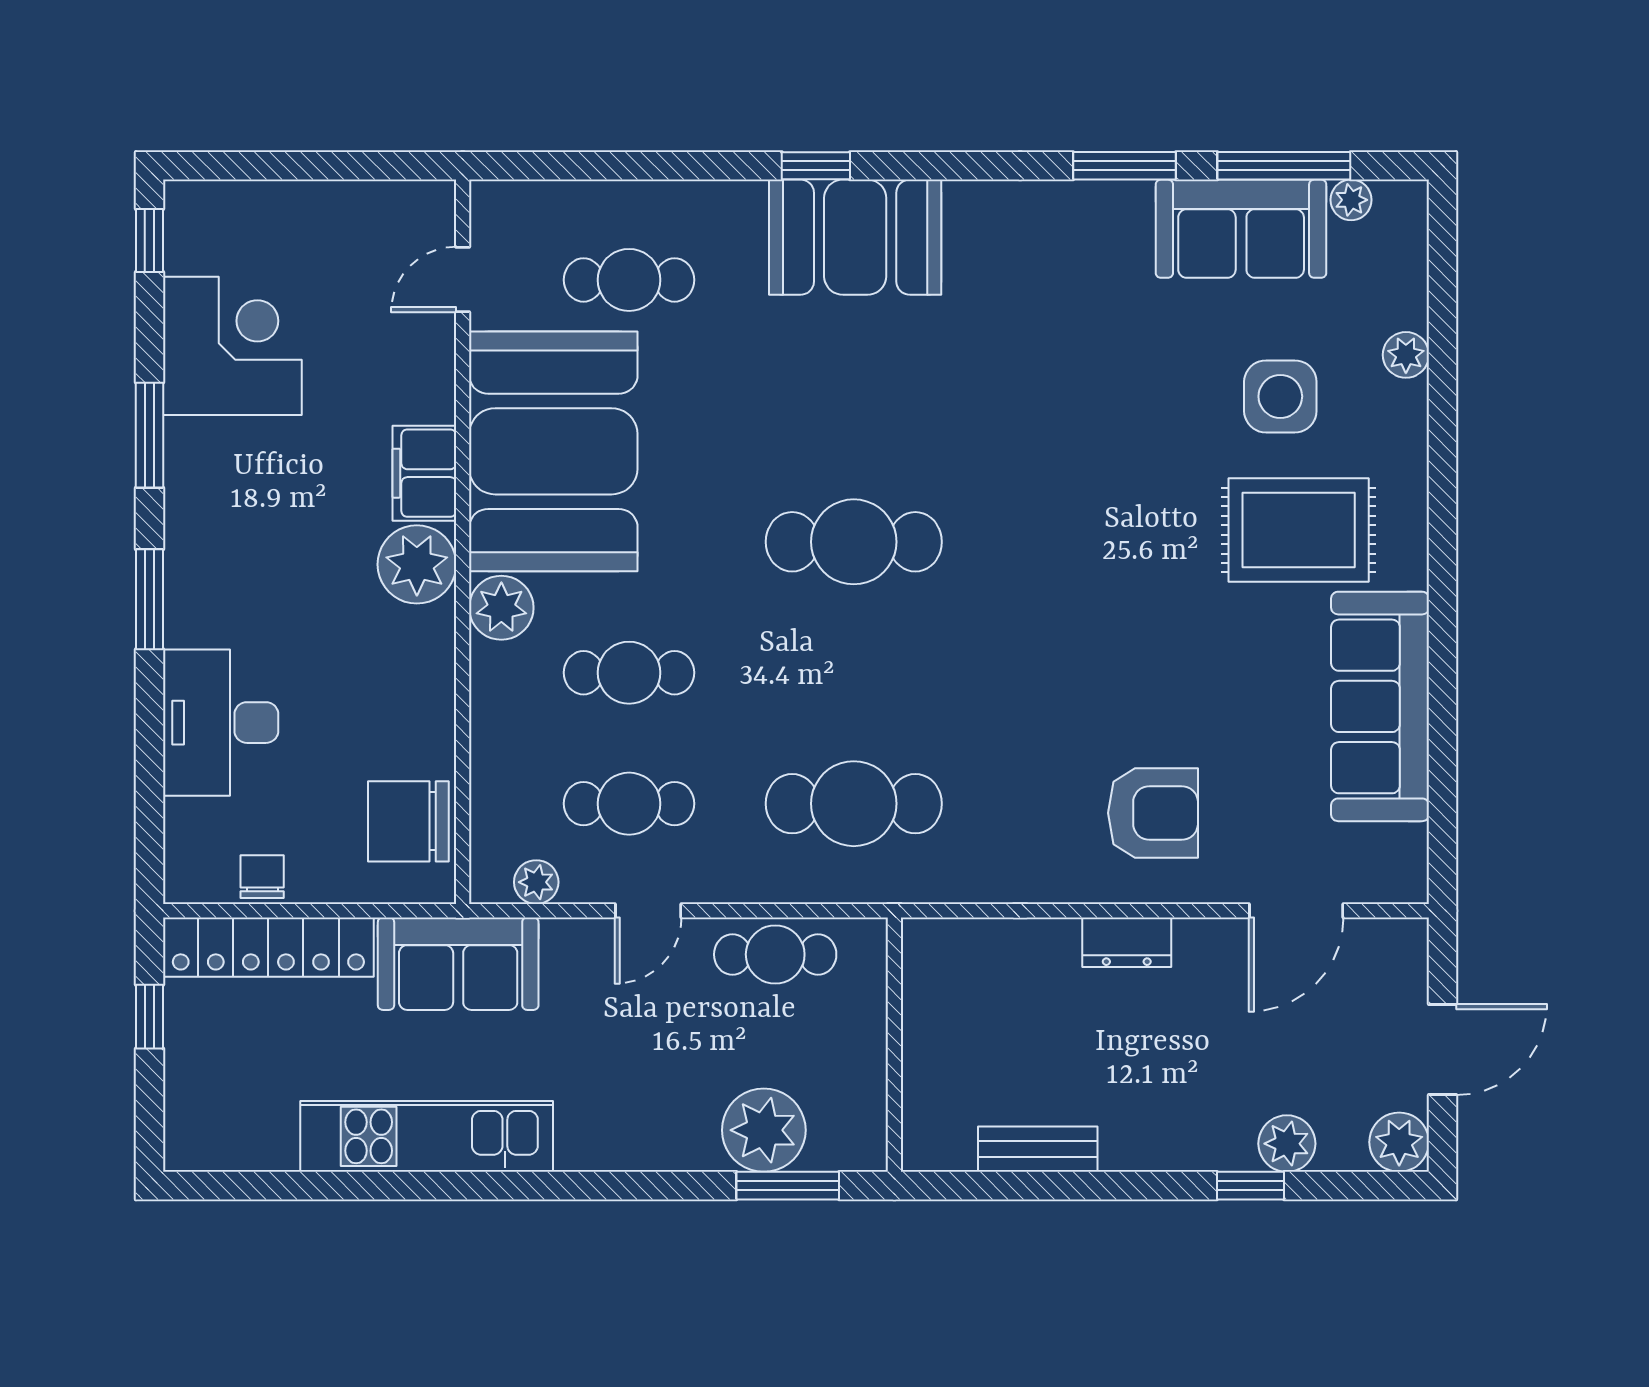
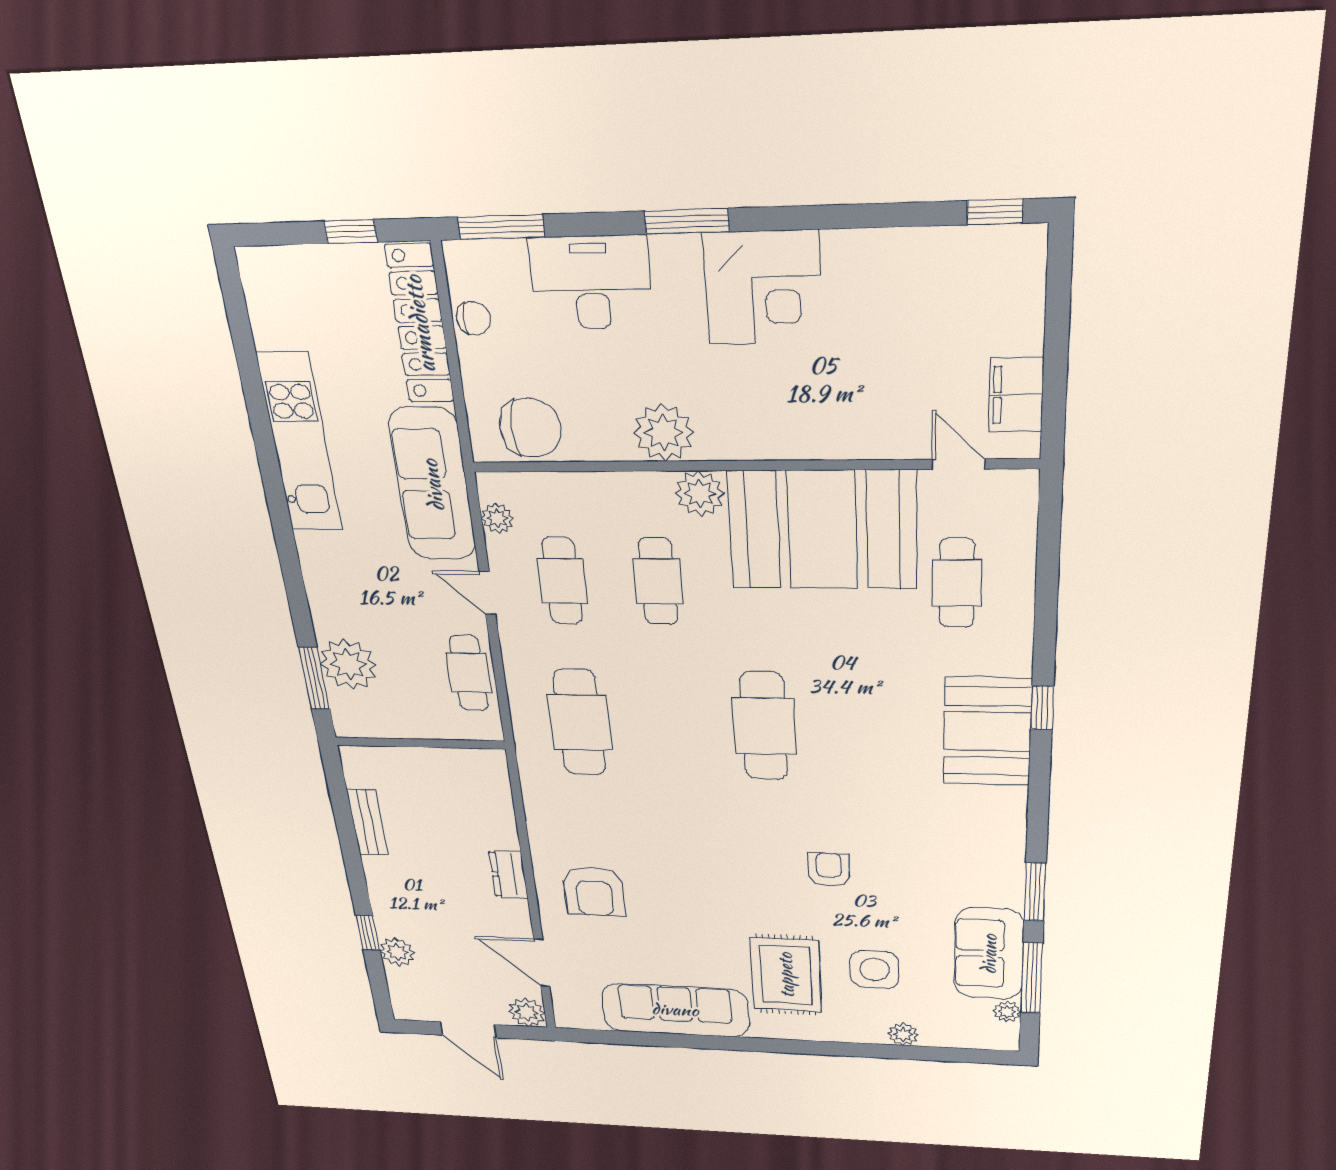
corner desk: (232, 346) -> (763, 288), moved
window: (150, 435) -> (501, 227), moved
armchair: (1098, 459) -> (829, 870), added
filing cabinet: (424, 473) -> (1016, 395), moved, turned -90
plant: (417, 564) -> (663, 433), moved
chair: (408, 821) -> (530, 428), turned 90
sofa: (458, 964) -> (433, 485), width x1.36
plant: (1399, 1142) -> (527, 1012), moved

